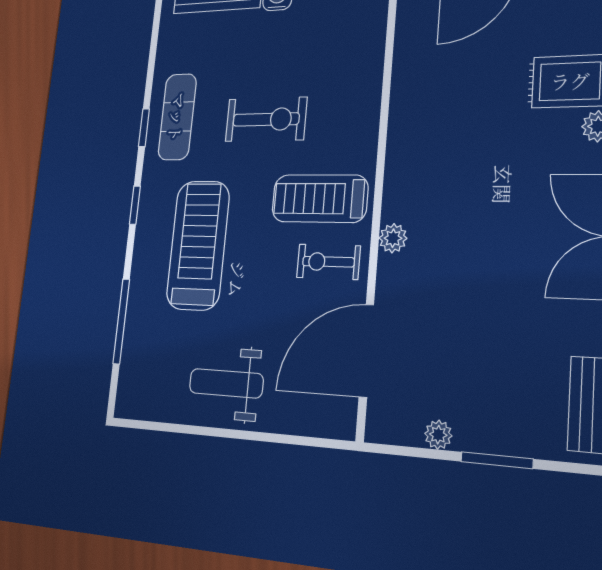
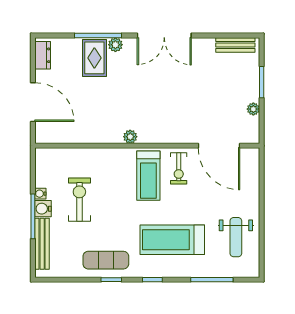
exercise bike: (266, 119) -> (79, 200), moved
plant: (393, 238) -> (130, 137), moved
weight bench: (226, 383) -> (236, 237), moved

